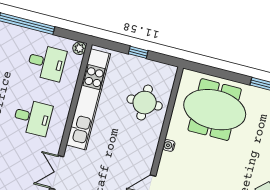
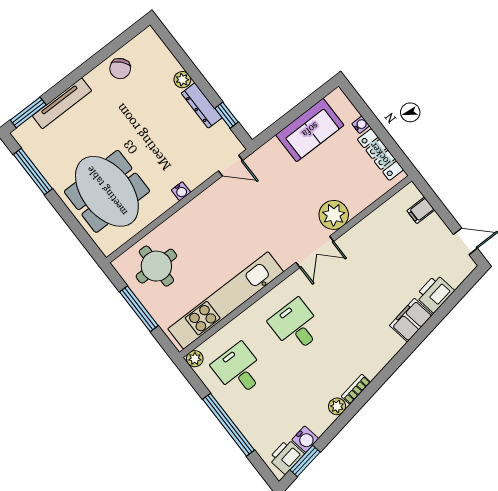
window: (138, 52) -> (139, 309), width x2.17
round table: (145, 103) -> (156, 266), moved

